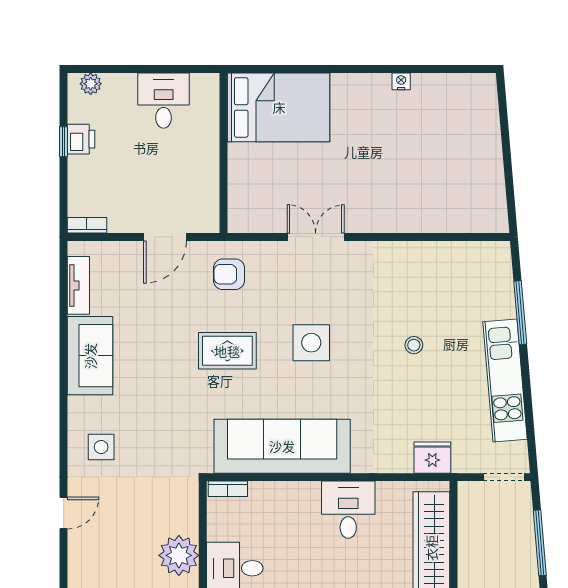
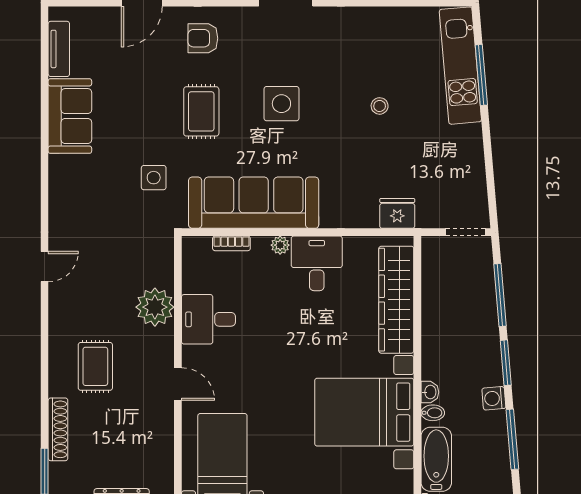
rug: (227, 351) -> (201, 111), turned 90
kitchen unit: (505, 381) -> (460, 66), moved
side table: (101, 447) -> (154, 178), moved
bookcase: (228, 489) -> (231, 243), moved
plant: (310, 491) -> (280, 245), added

